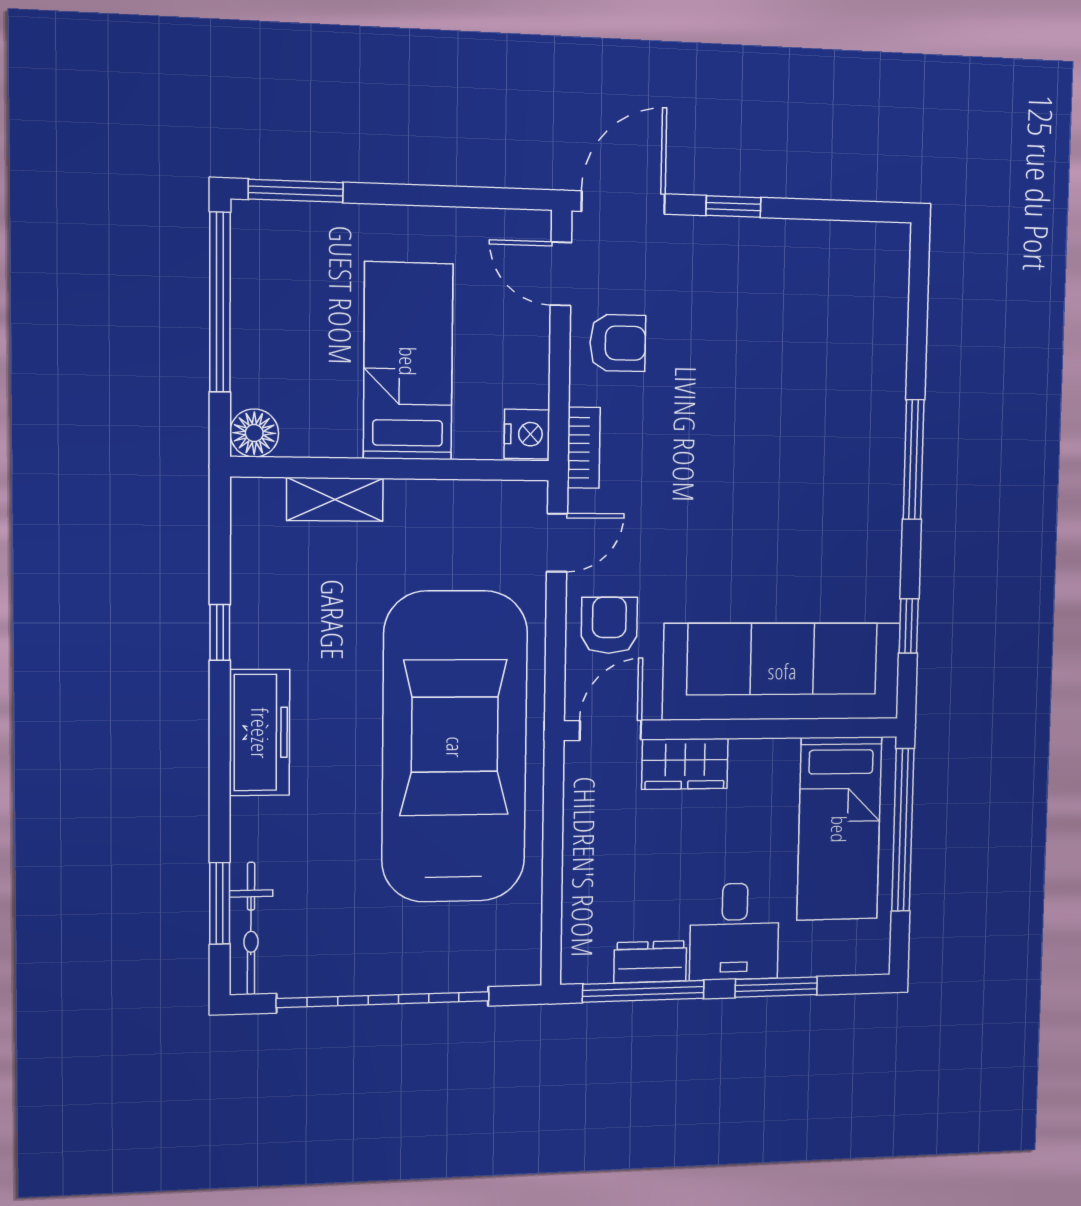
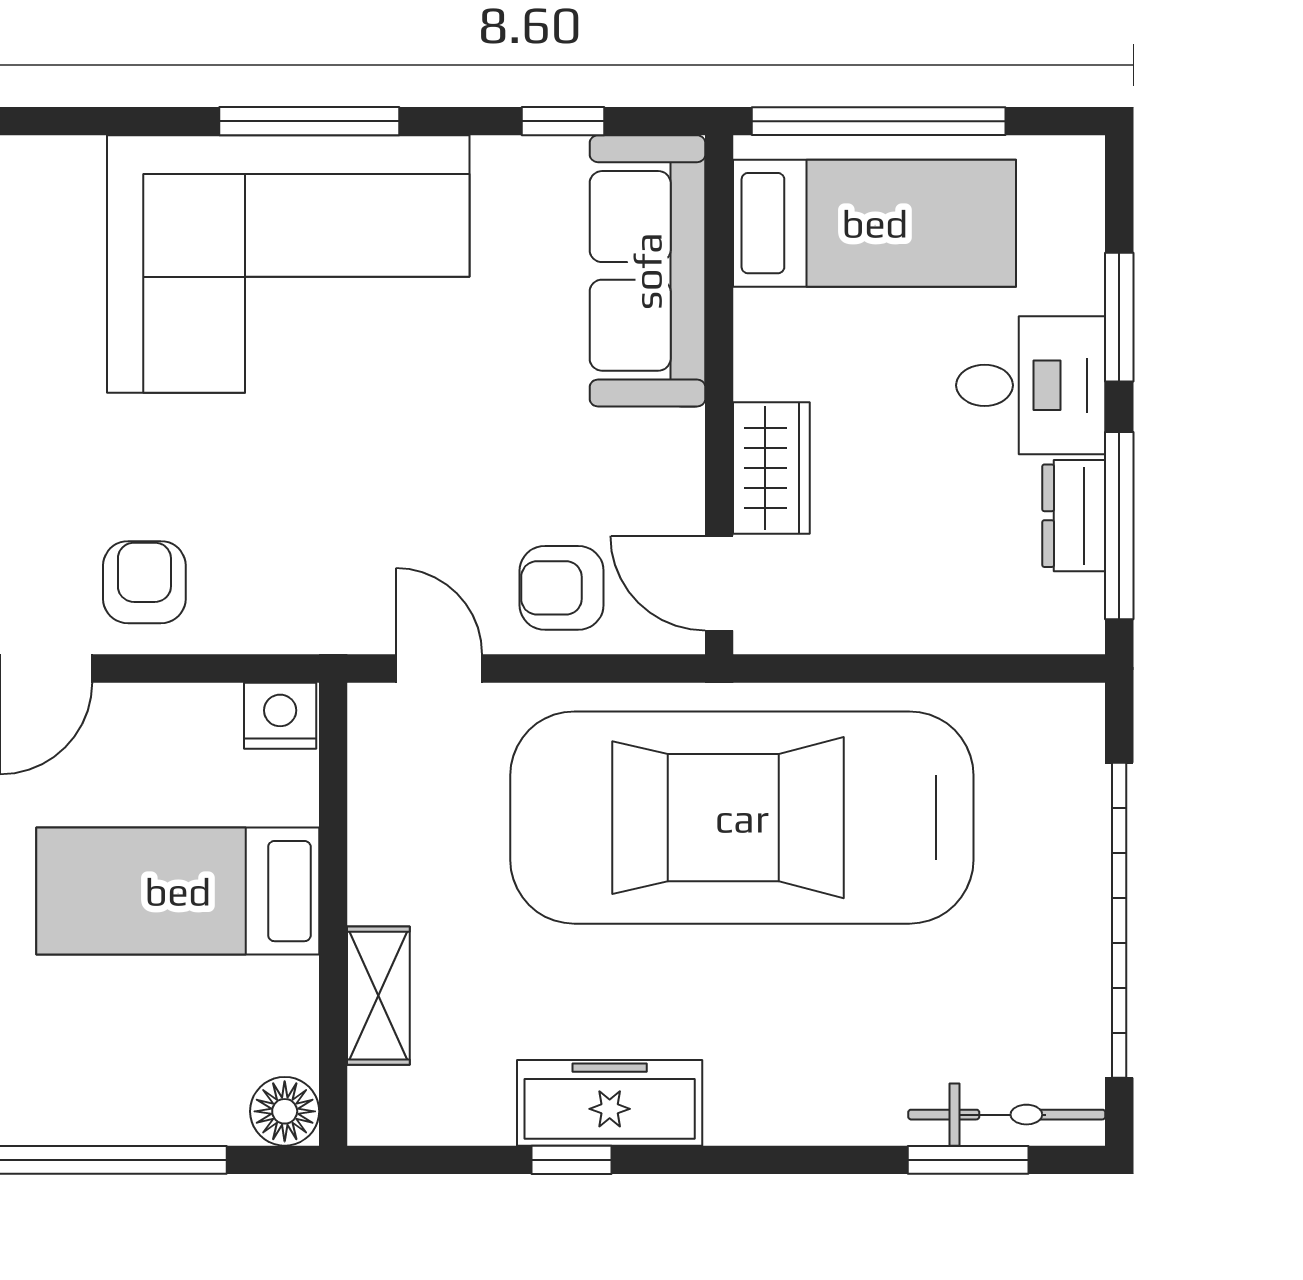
corner sofa: (823, 444) -> (288, 264), added
bookcase: (584, 448) -> (299, 631), removed
sofa: (782, 671) -> (647, 271), width x0.74, depth x0.79
freezer: (260, 733) -> (610, 1103), moved

